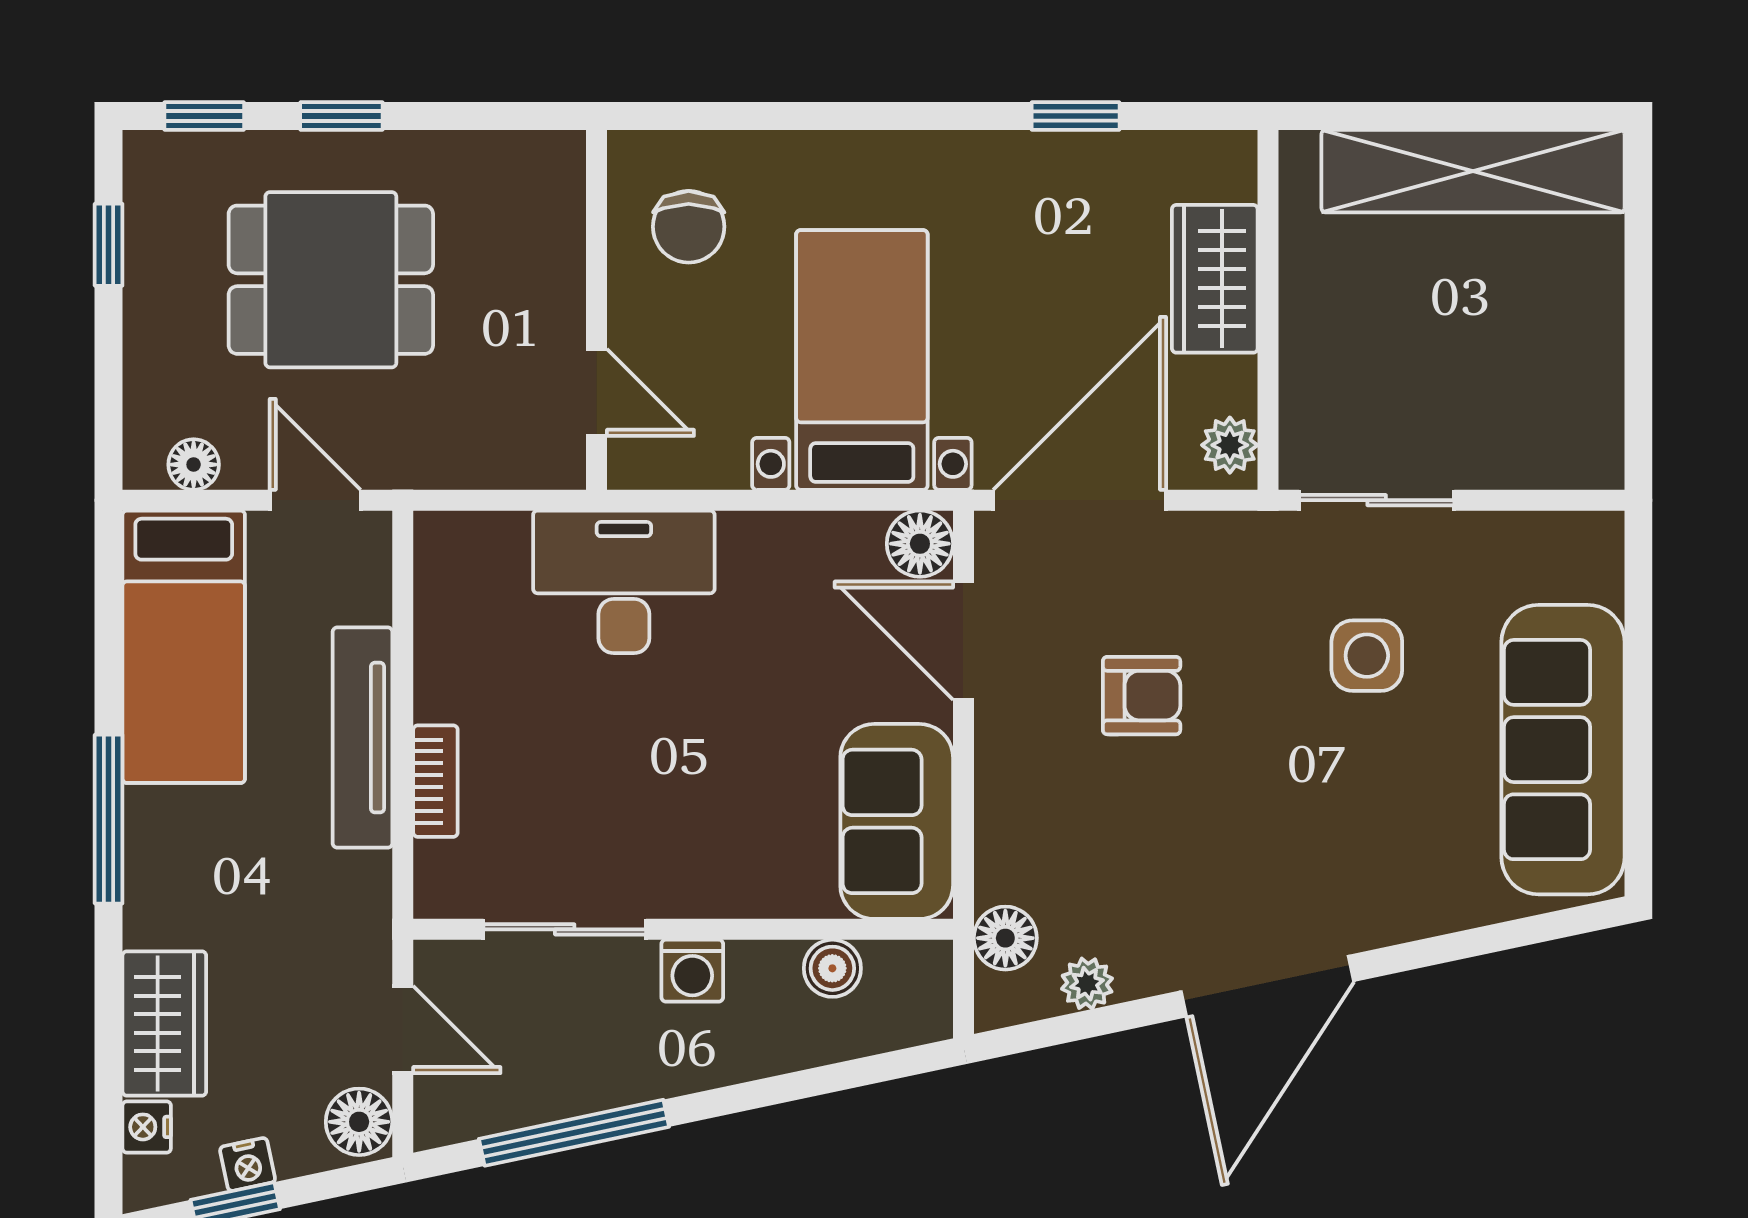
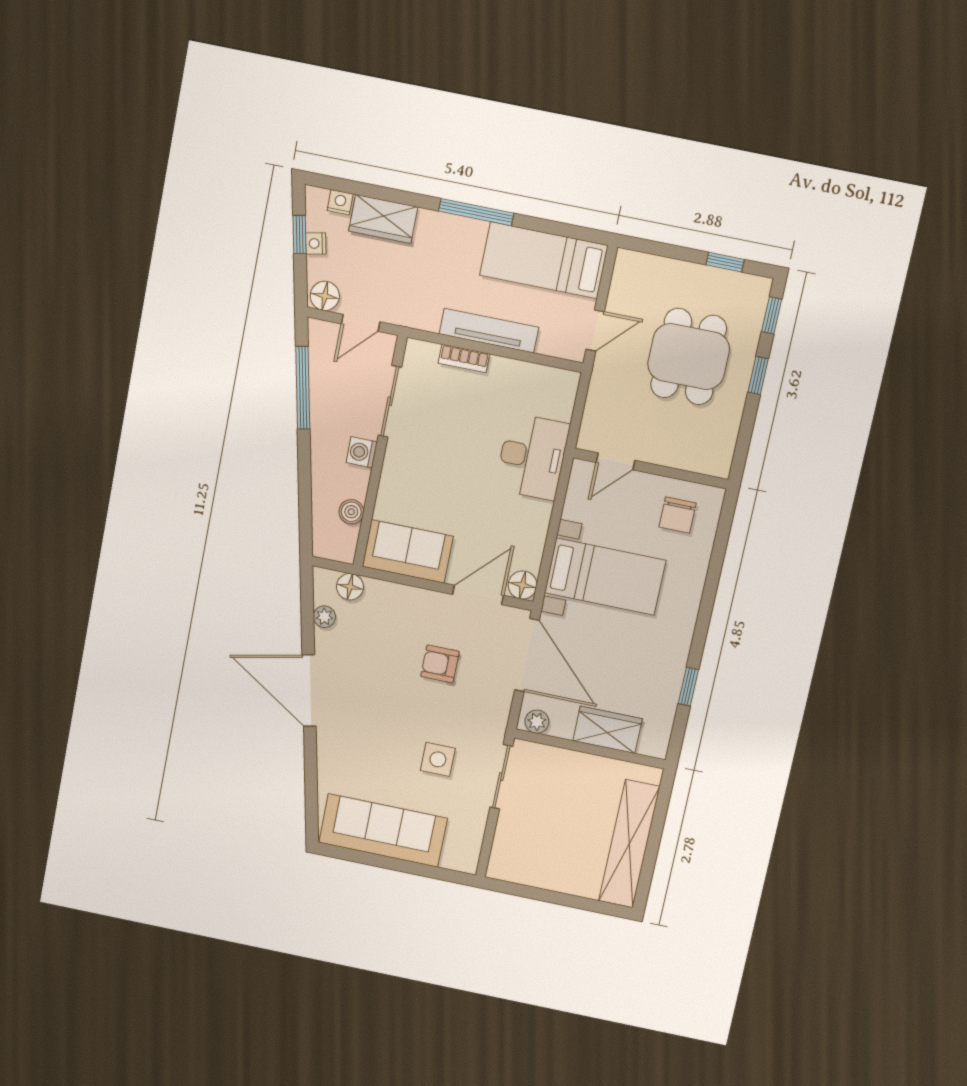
chair: (689, 227) -> (678, 515), turned -90
floor lamp: (194, 465) -> (622, 280), removed
armchair: (1142, 696) -> (440, 664), turned 90

